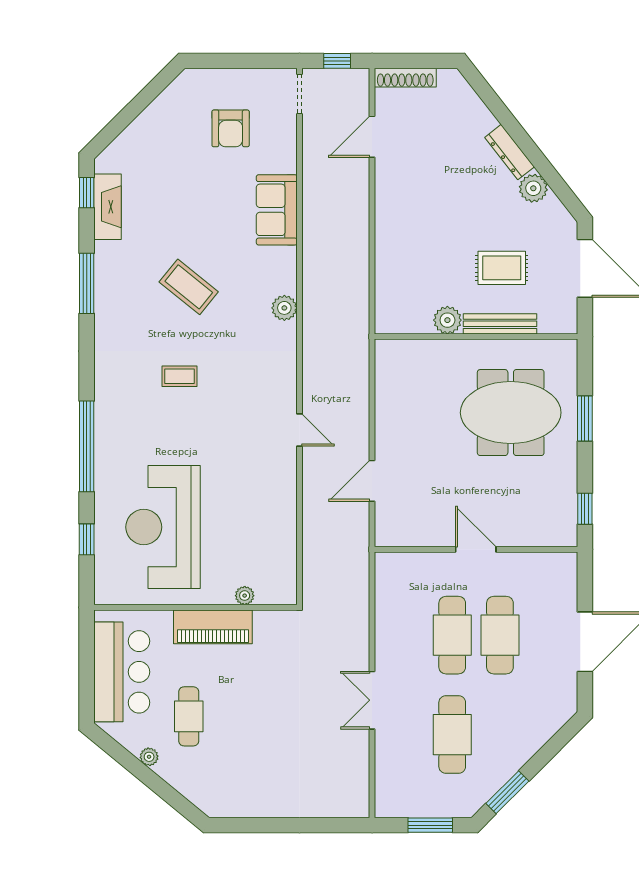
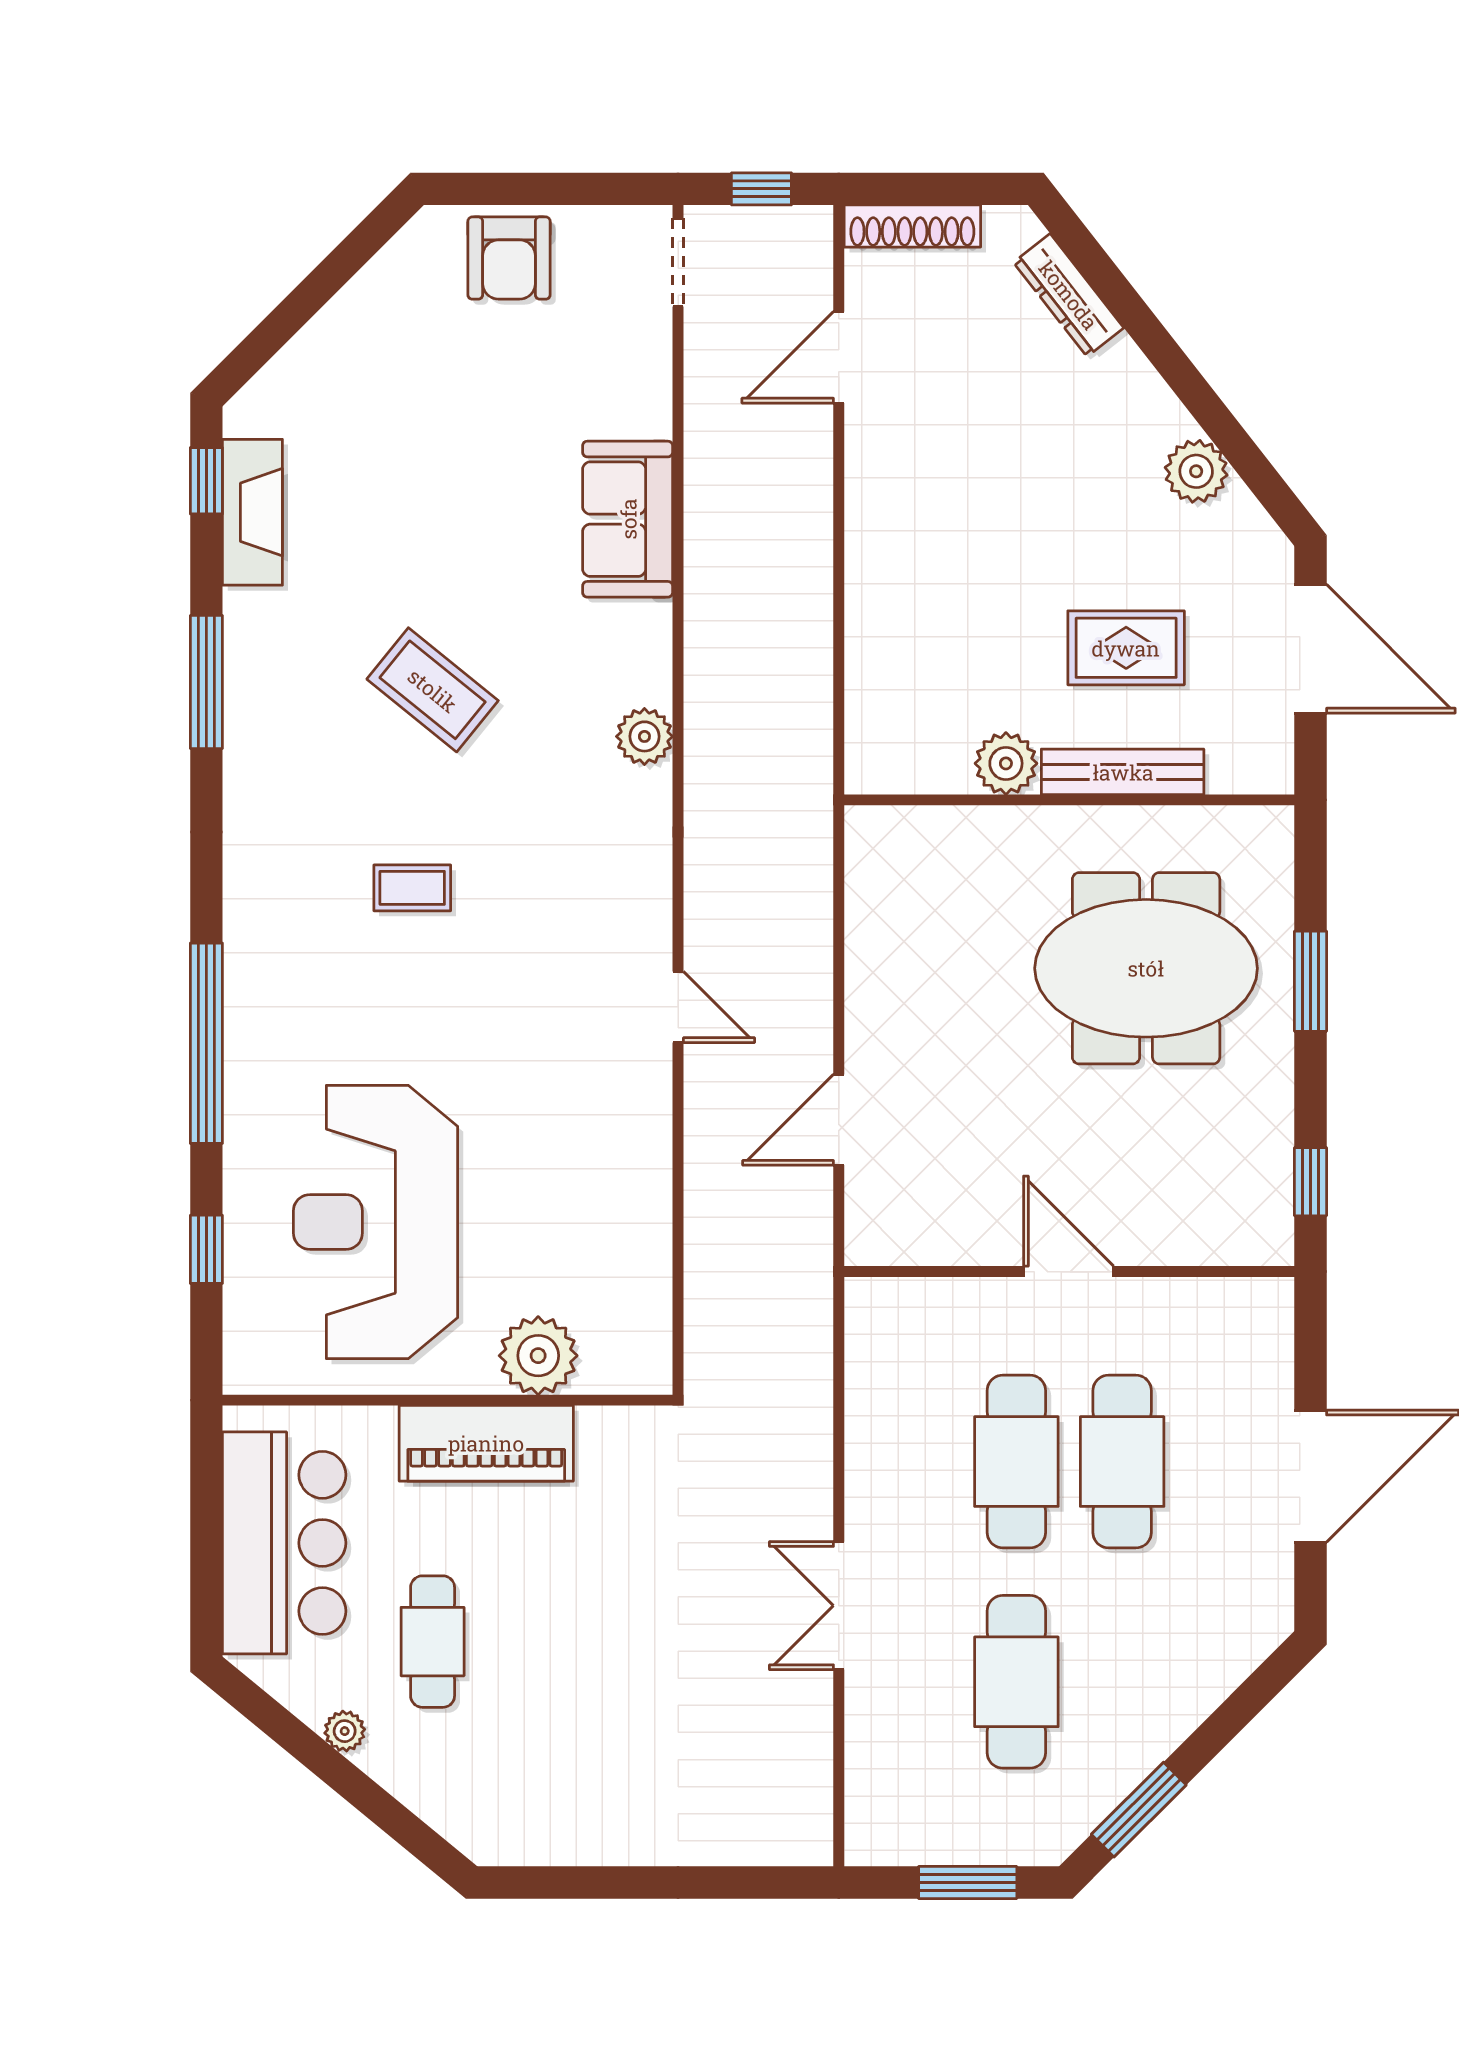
armchair: (231, 128) -> (509, 258), moved
dresser: (510, 152) -> (1069, 295), moved
plant: (245, 596) -> (538, 1356), width x1.88, depth x1.88

